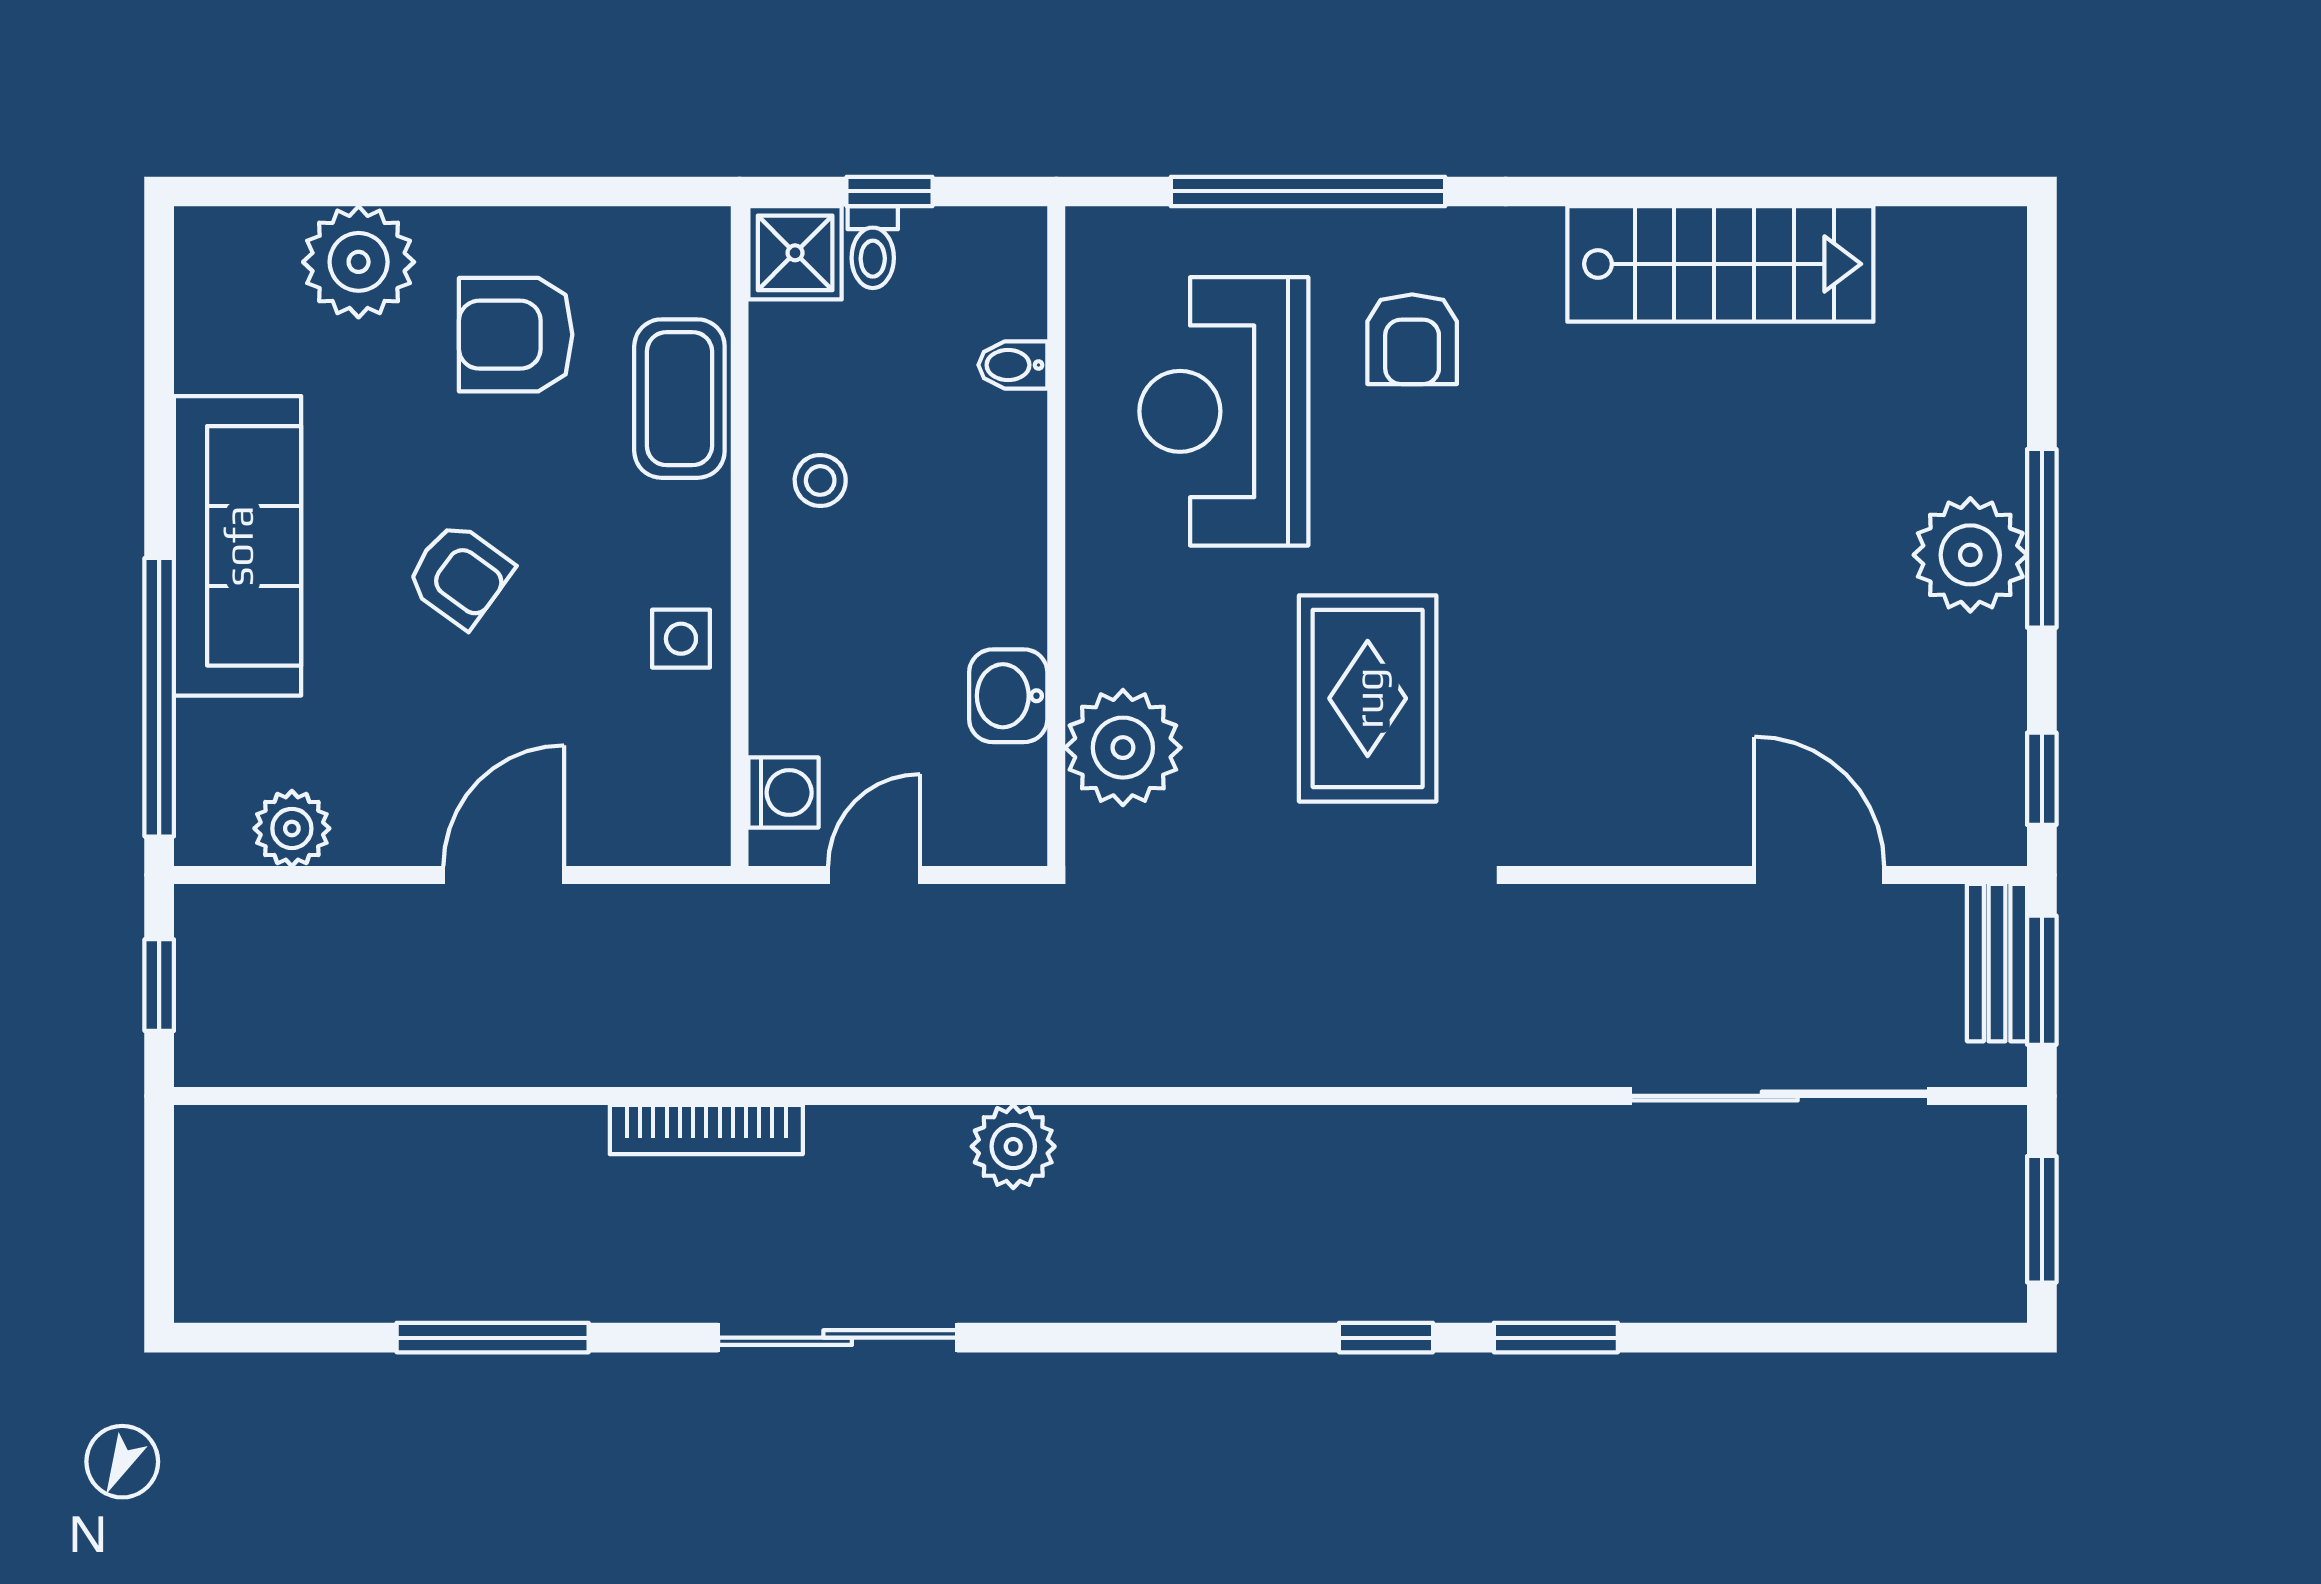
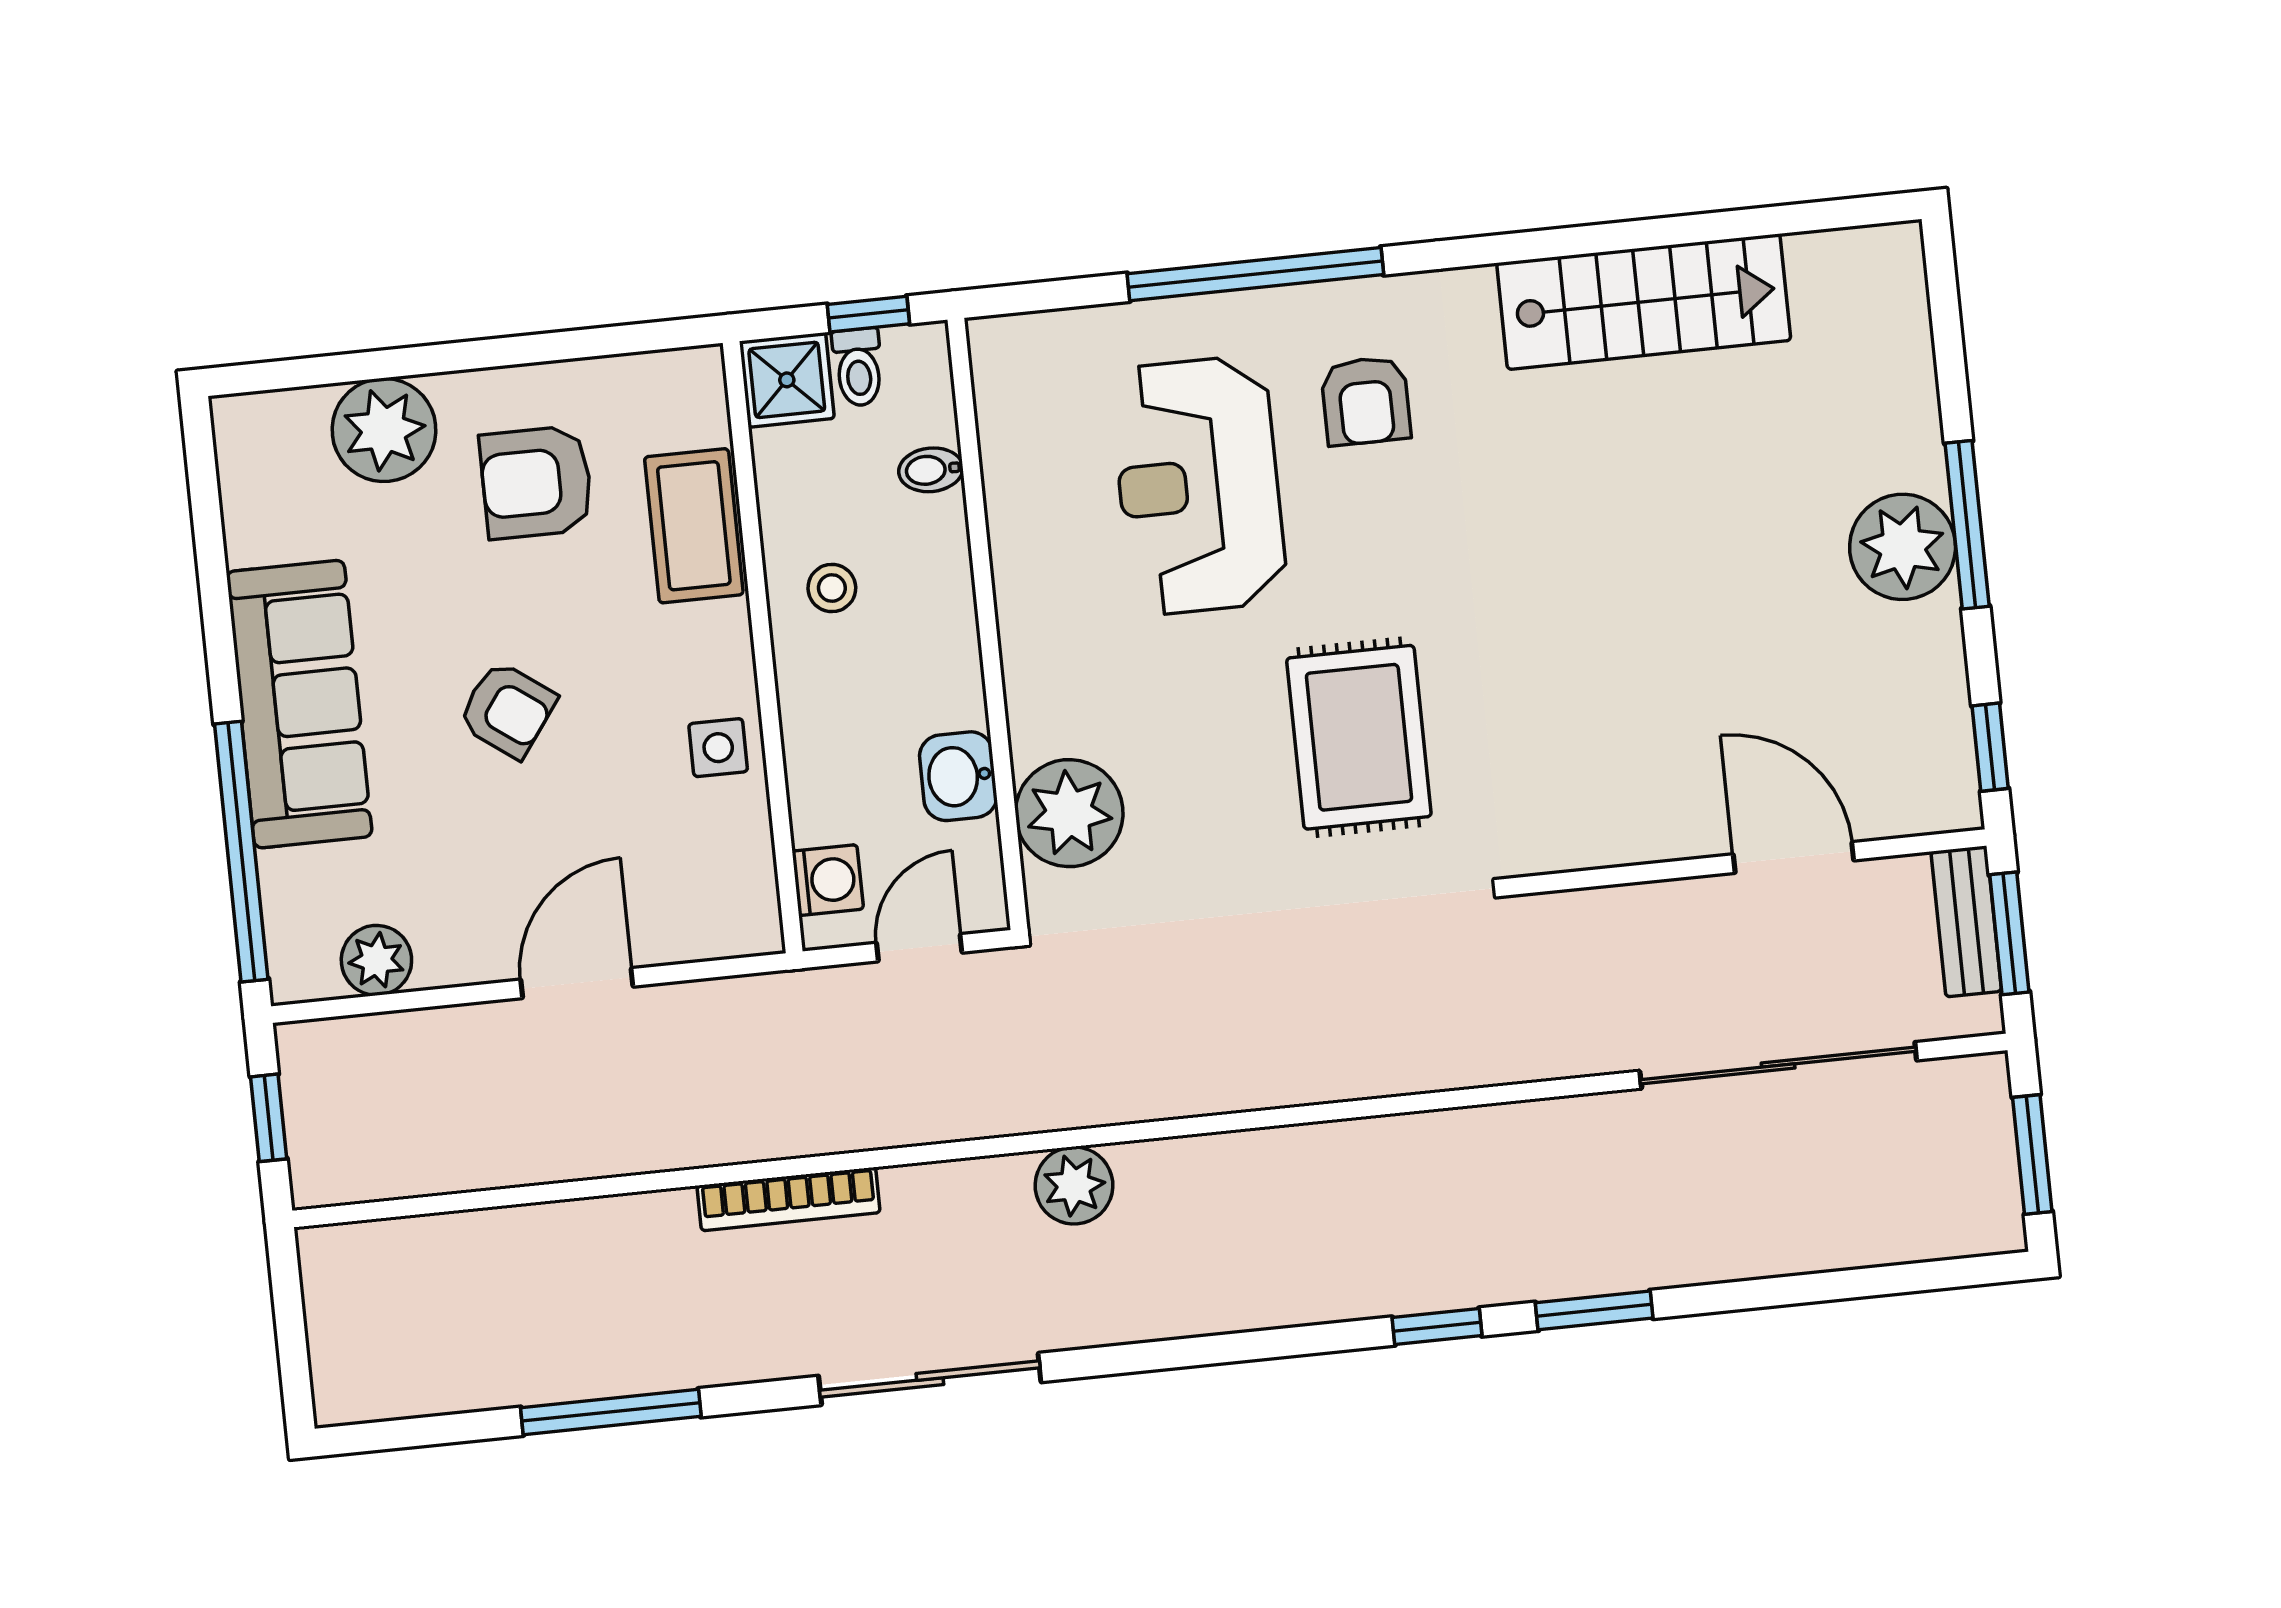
bidet: (1013, 365) -> (931, 470), moved
wall: (1056, 536) -> (987, 624), moved
washbasin: (1008, 696) -> (958, 776), moved
plant: (1123, 748) -> (1069, 813), moved

